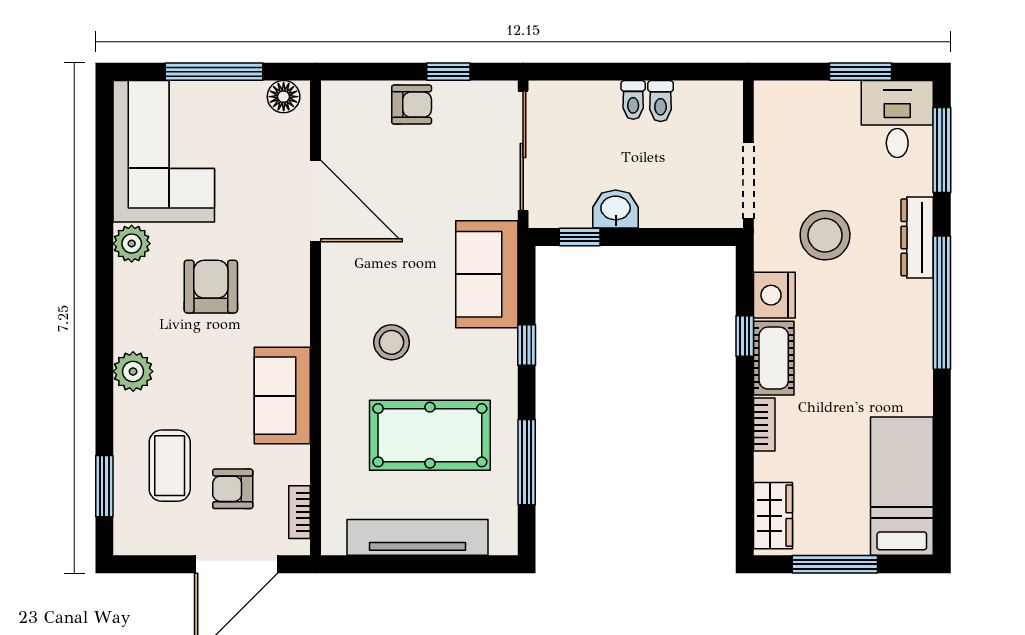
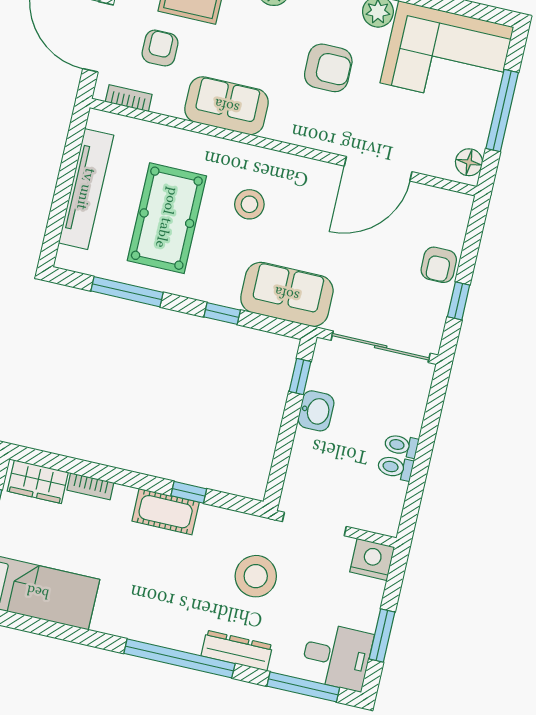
nightstand: (774, 295) -> (372, 559), moved
bookcase: (764, 425) -> (90, 486), moved

